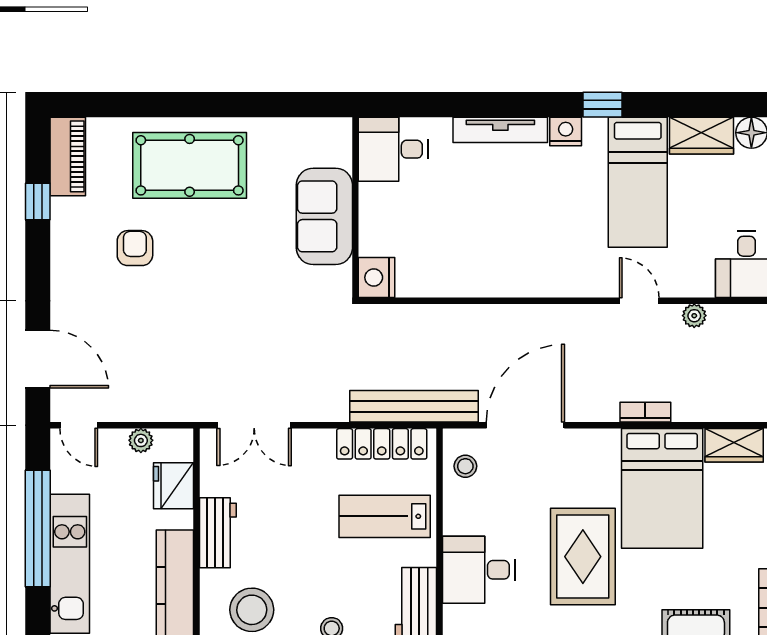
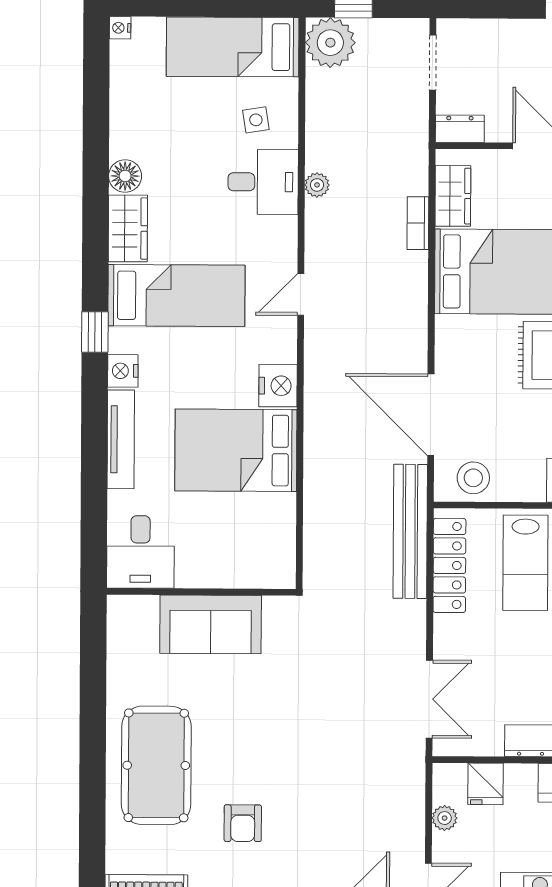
bed: (490, 240) -> (236, 450), added
armchair: (135, 248) -> (243, 823), turned -90
nightstand: (377, 277) -> (278, 386), moved, turned -90
plant: (694, 316) -> (317, 185), moved
bookcase: (645, 412) -> (418, 223), moved
stool: (465, 466) -> (473, 478), width x1.37, depth x1.37
fridge: (174, 486) -> (485, 784), width x0.72

